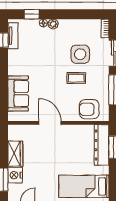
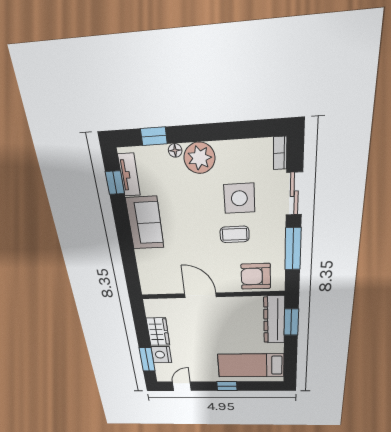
plant: (53, 24) -> (199, 158), width x1.88, depth x1.88
sofa: (18, 94) -> (145, 223), moved

